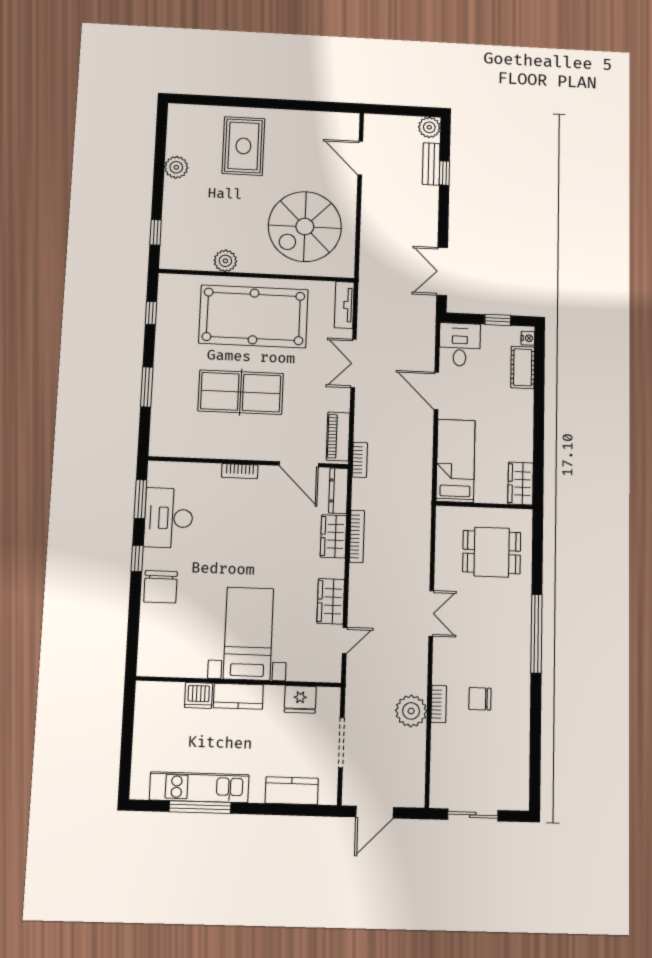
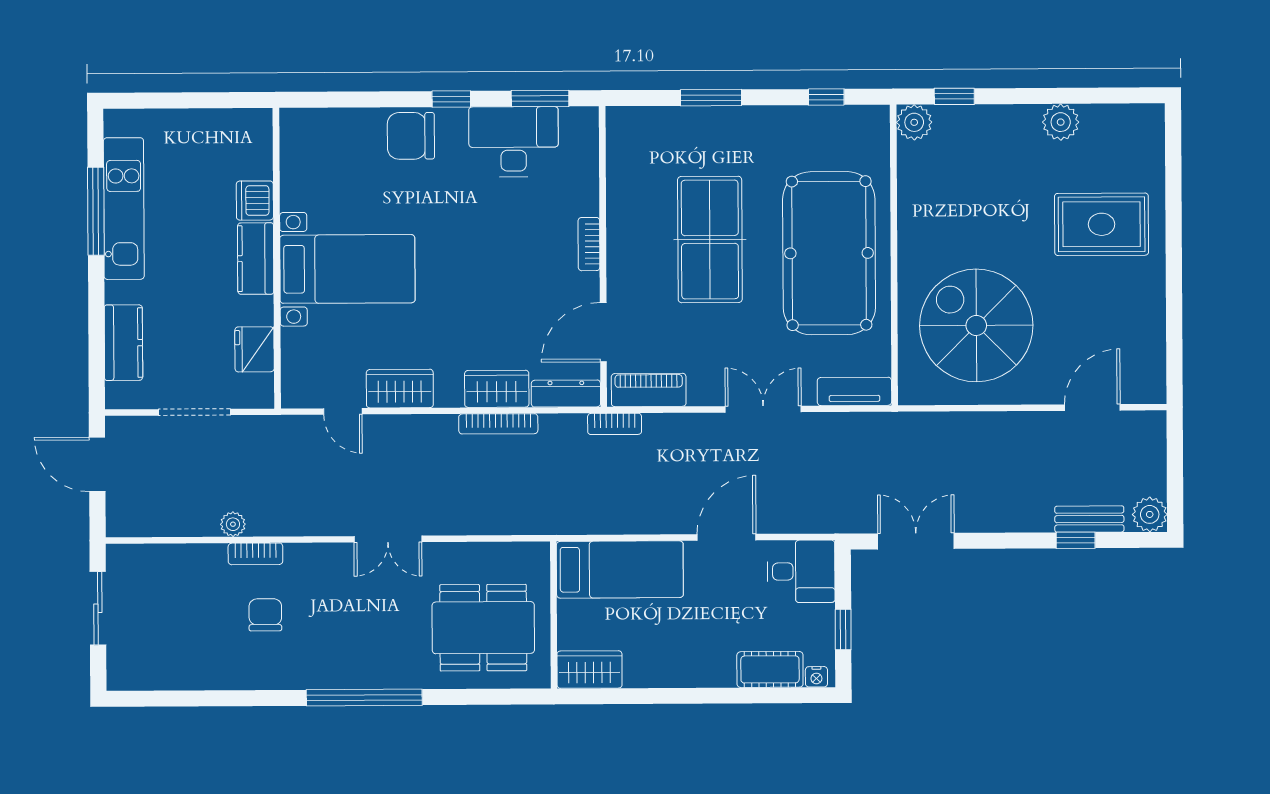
plant: (225, 261) -> (914, 122), moved
dining table: (492, 552) -> (483, 628), width x1.38
plant: (411, 711) -> (233, 524), width x0.53, depth x0.53

